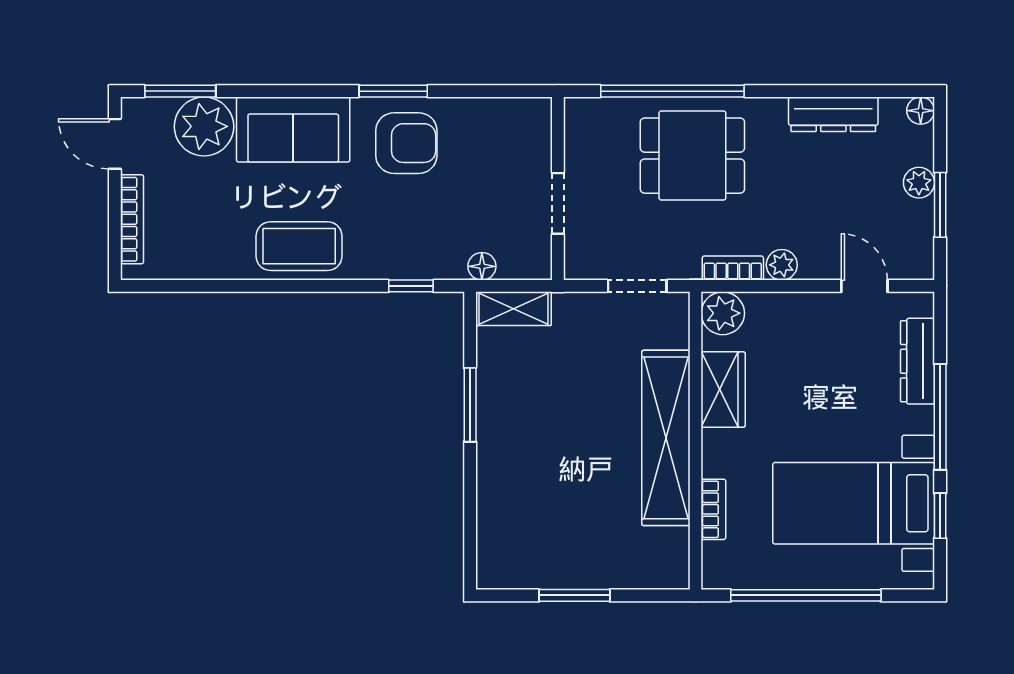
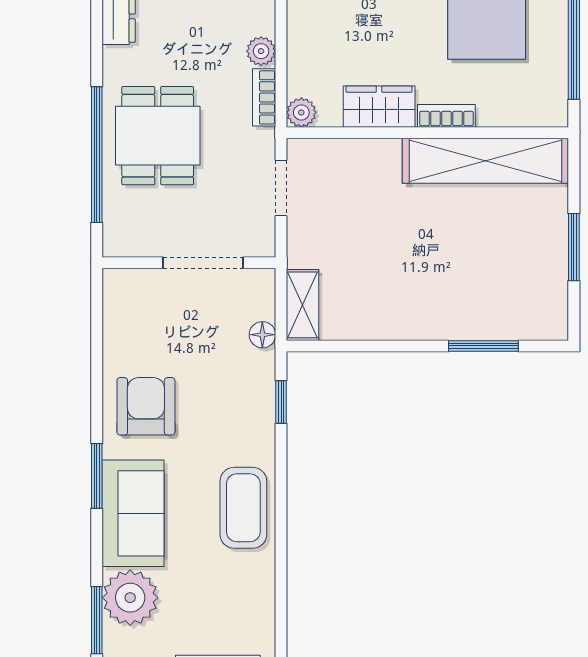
window: (393, 91) -> (97, 476), moved
doorway: (558, 203) -> (203, 263), width x1.38
plant: (723, 313) -> (301, 112), width x0.73, depth x0.73
window: (470, 405) -> (483, 346), moved
shelving: (666, 438) -> (485, 161), moved
bookcase: (713, 509) -> (446, 116), moved

